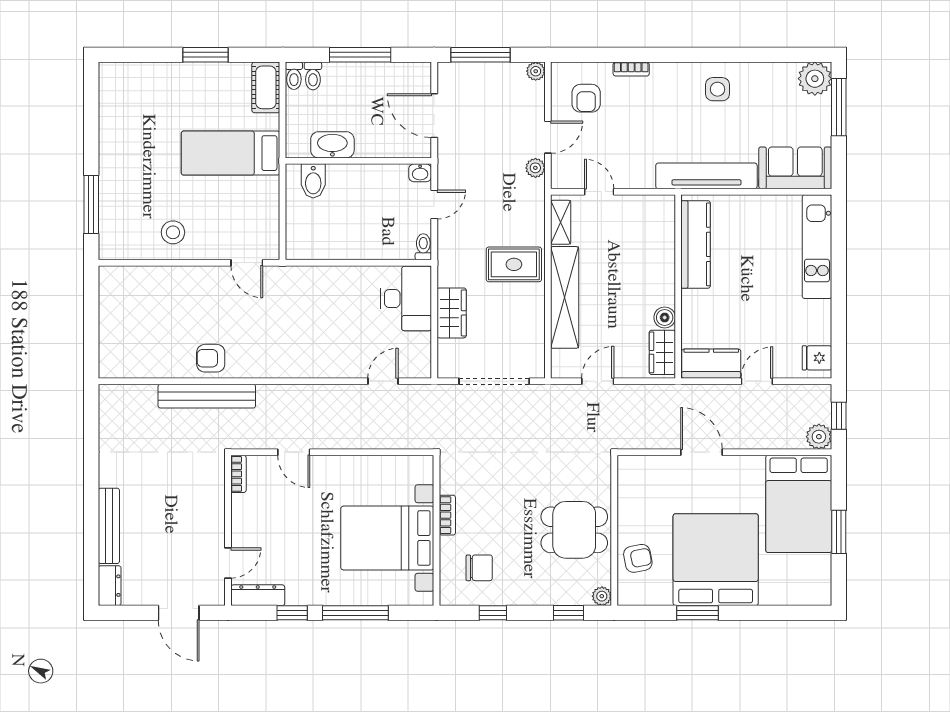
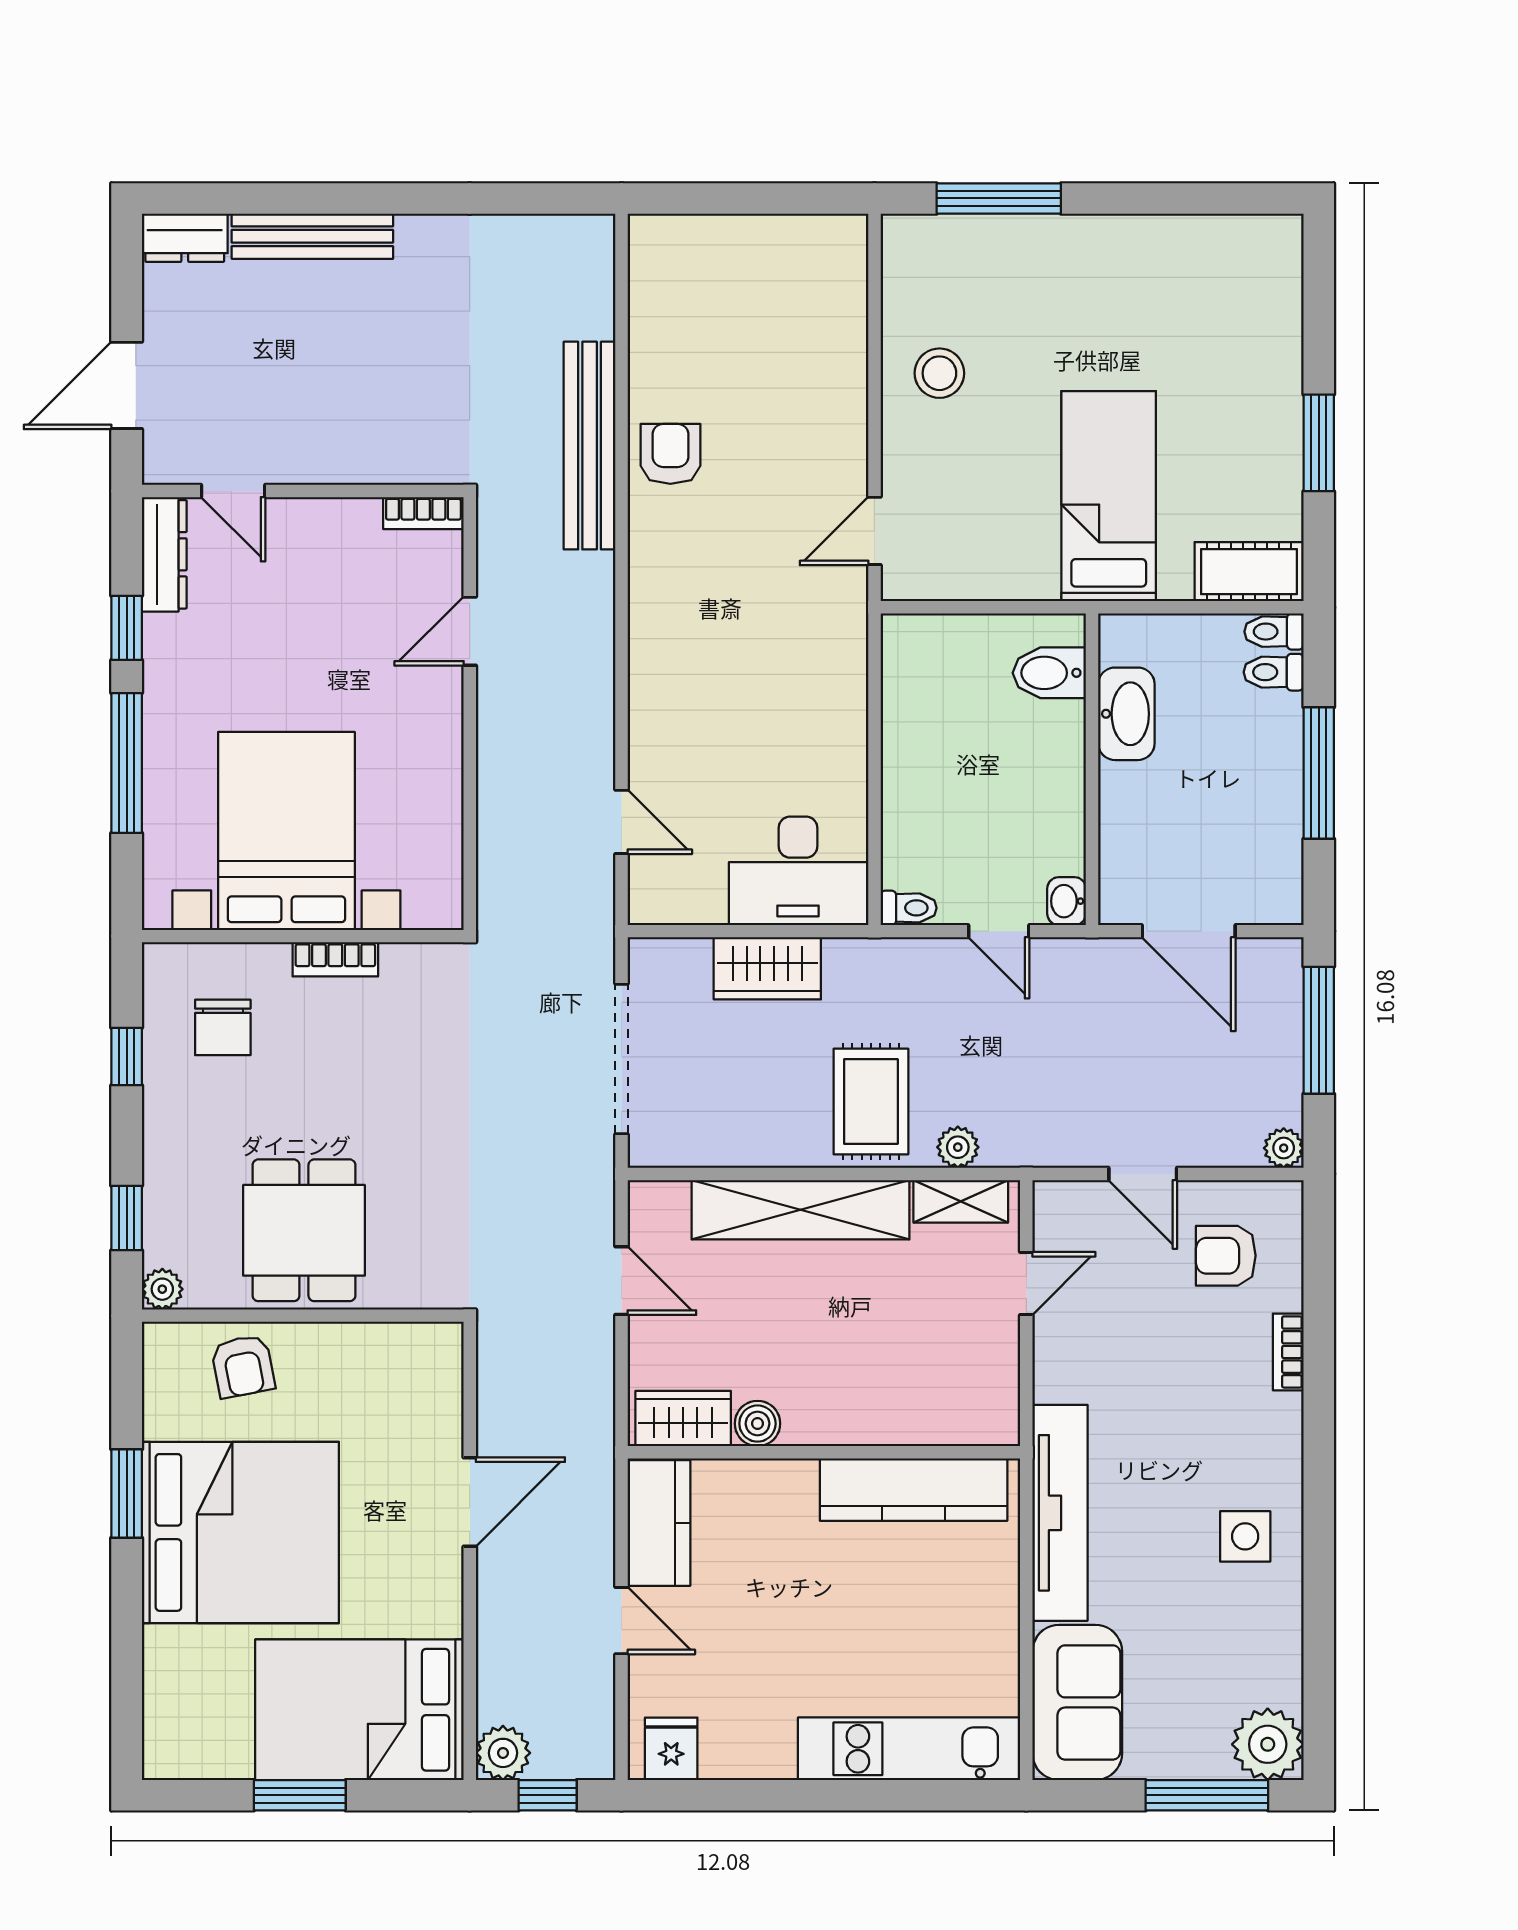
door: (434, 116) -> (1189, 931), swing flipped
plant: (535, 168) -> (958, 1147), moved

